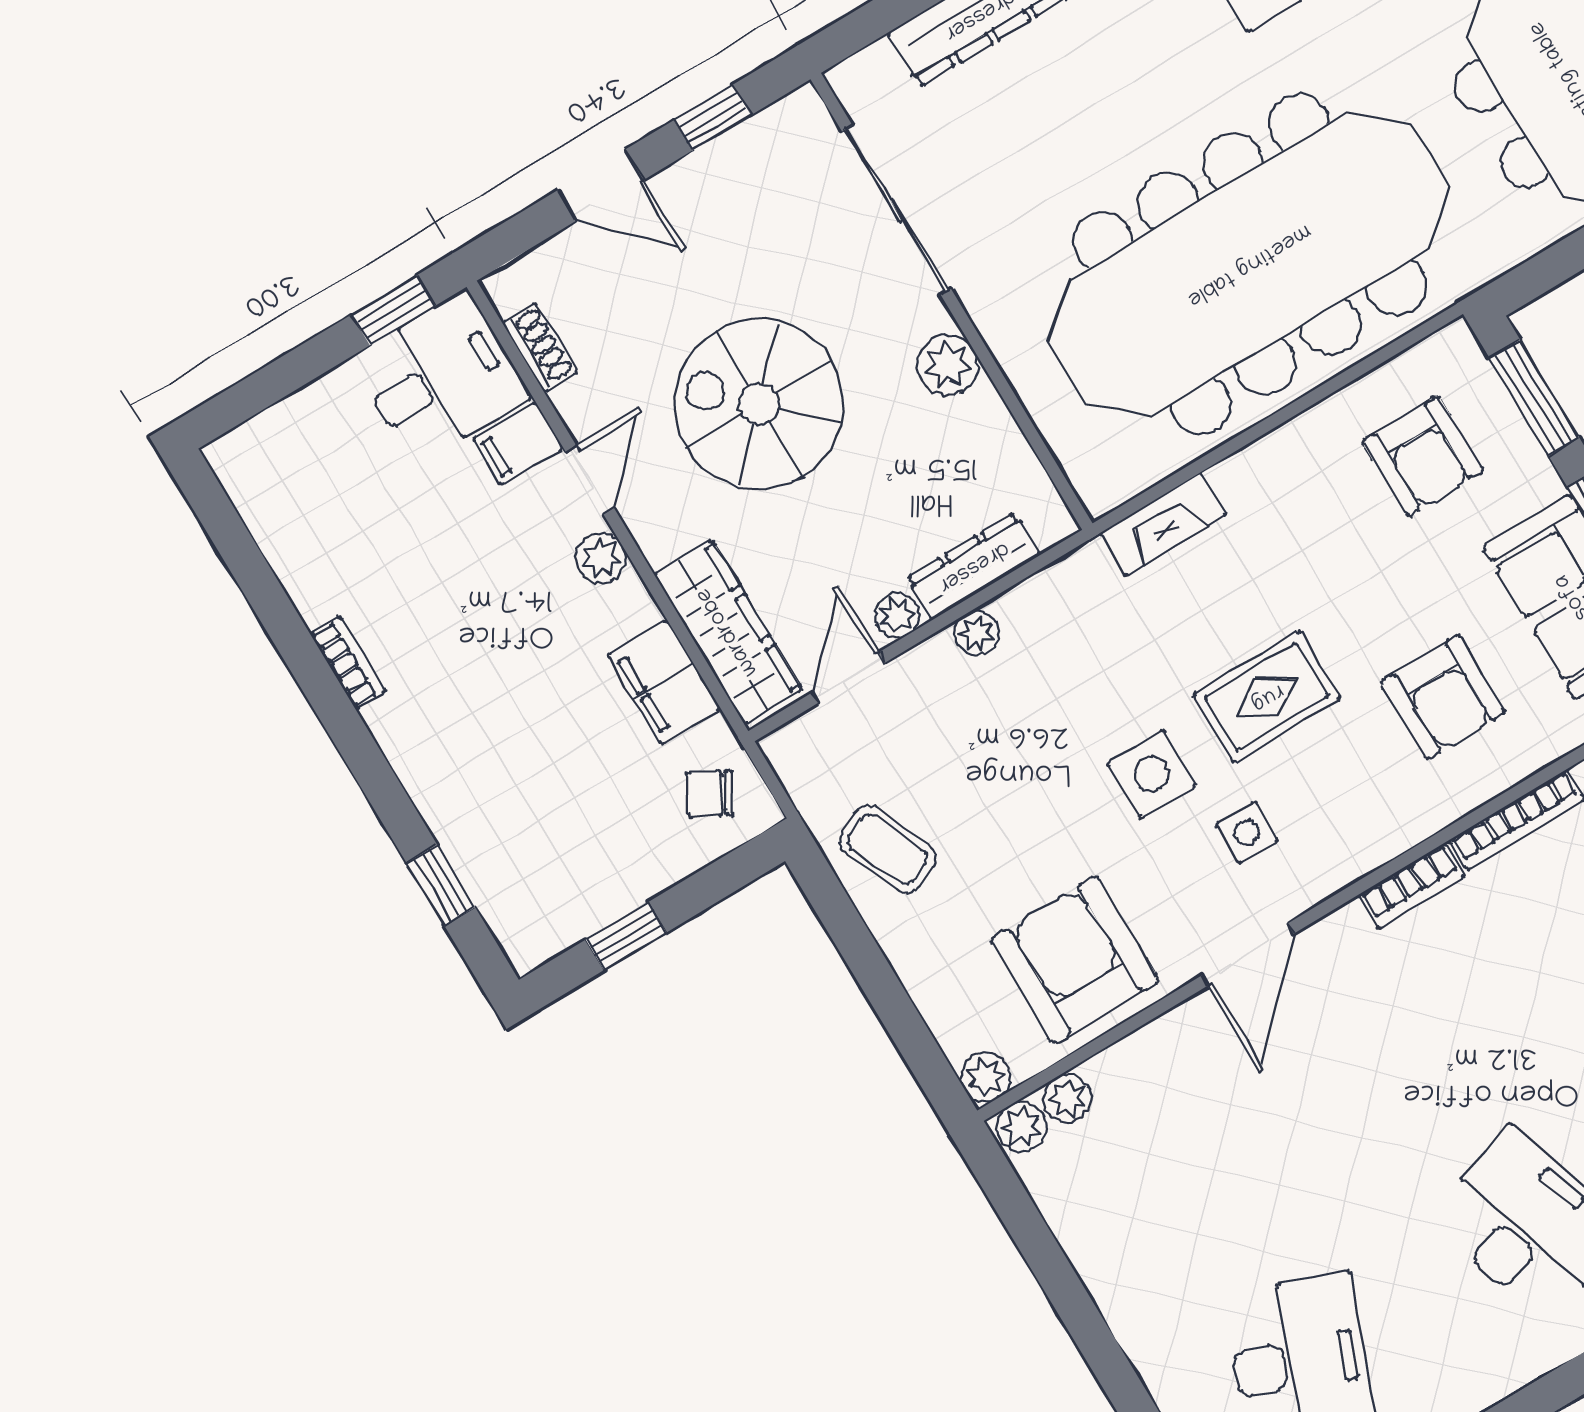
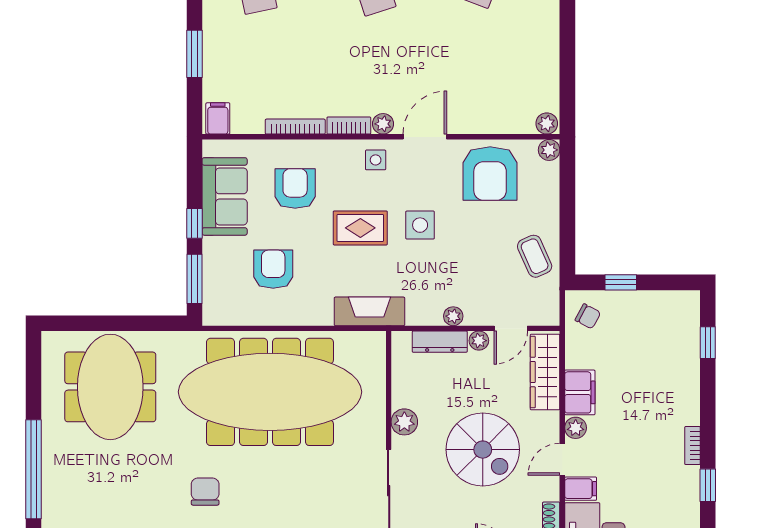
armchair: (1423, 456) -> (273, 269), moved
fireplace: (1163, 524) -> (369, 311), width x1.37, depth x1.32
window: (270, 602) -> (708, 485), added
filing cabinet: (664, 682) -> (580, 392), moved
side table: (1247, 833) -> (376, 160), moved
window: (626, 936) -> (621, 282), moved
plant: (1067, 1098) -> (383, 124), moved

